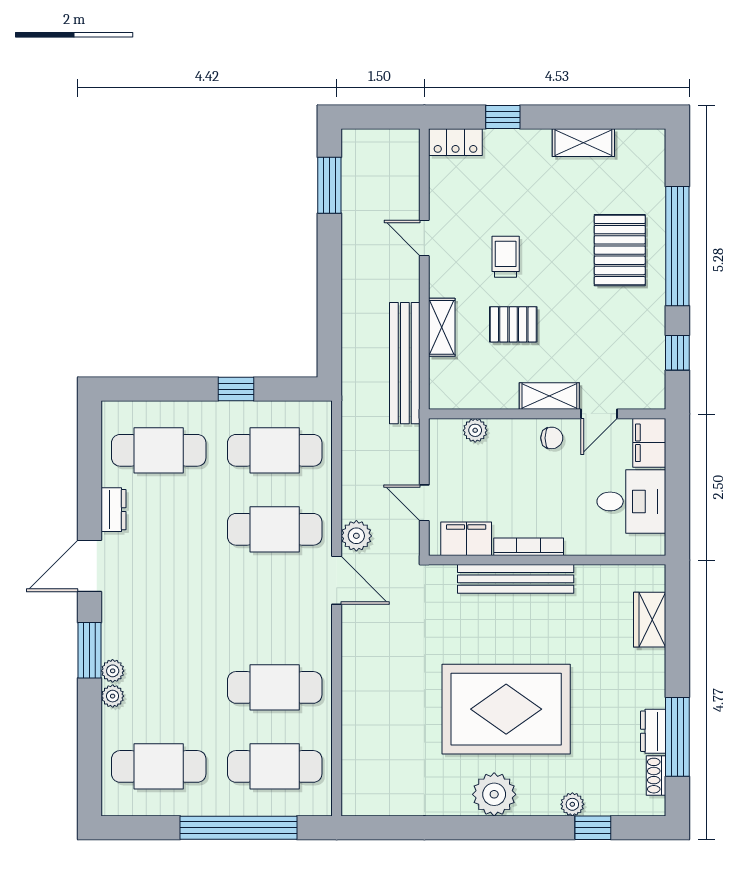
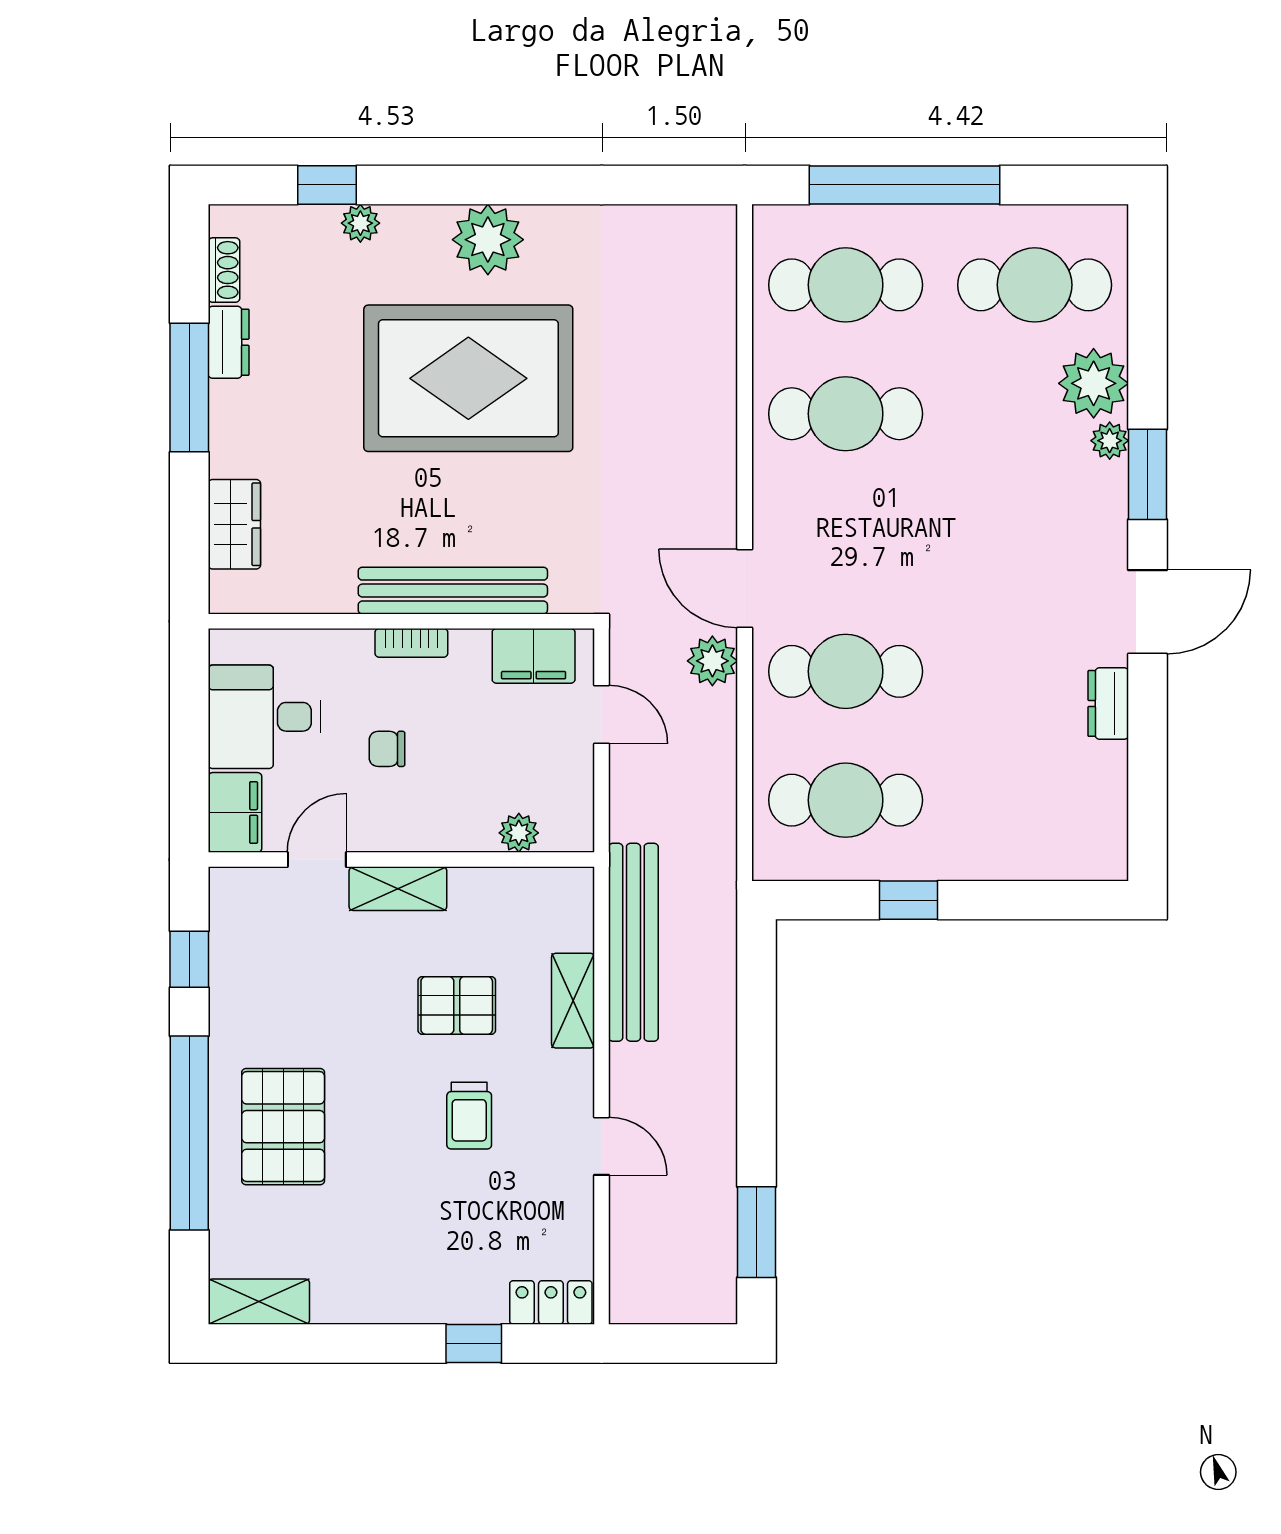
shelving: (583, 143) -> (259, 1302), moved
chair: (552, 438) -> (387, 749), moved
cafe table: (159, 450) -> (1035, 800), removed
bookcase: (529, 547) -> (411, 643), width x0.64
plant: (113, 696) -> (1094, 383), width x1.88, depth x1.88
window: (677, 737) -> (189, 388), moved

